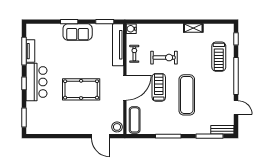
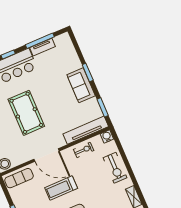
exercise bike: (164, 58) -> (115, 168), moved
treadmill: (159, 87) -> (61, 188), turned 180

